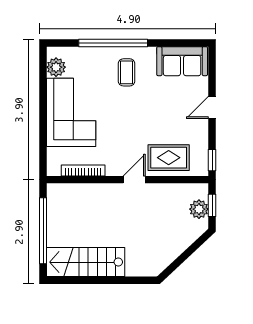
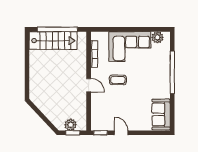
coffee table: (127, 72) -> (118, 80), moved
door: (212, 107) -> (121, 133), moved
rug: (169, 158) -> (102, 106), removed
stairs: (86, 262) -> (53, 41), moved, turned 90

